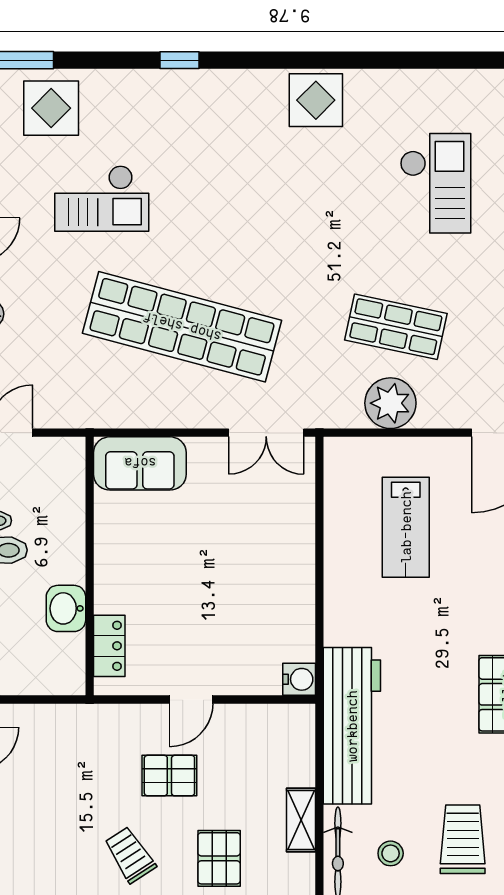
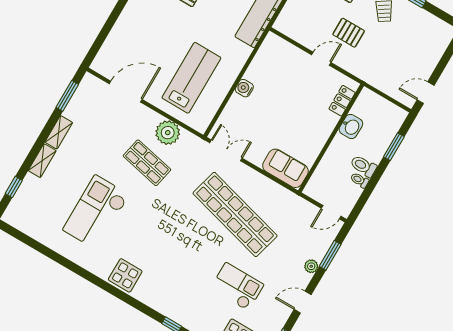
checkout: (435, 183) -> (96, 212), width x1.36, depth x1.21
lab bench: (406, 527) -> (191, 78), width x1.36, depth x1.39
water cooler: (299, 679) -> (244, 88), moved

